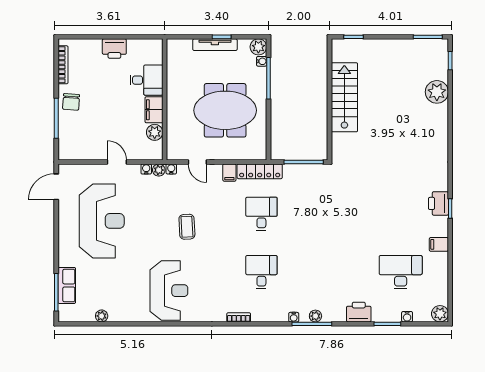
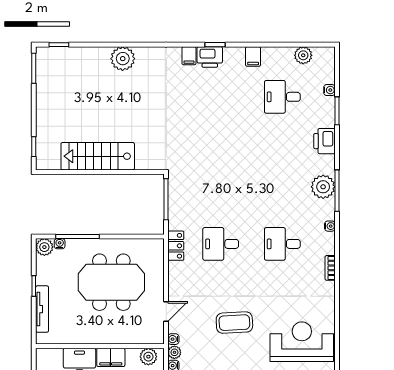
tv unit: (215, 45) -> (42, 309), moved
plant: (437, 92) -> (123, 59), moved
meeting table: (225, 110) -> (111, 282), turned 90
plant: (155, 132) -> (148, 357), moved
locker: (260, 171) -> (176, 246), width x0.66
filing cabinet: (229, 173) -> (189, 56), moved, turned 90
coffee table: (187, 227) -> (234, 323), width x1.36, depth x1.30
desk: (401, 272) -> (282, 97), width x0.73
plant: (440, 314) -> (303, 55), moved
plant: (315, 316) -> (323, 187), width x1.87, depth x1.87
water cooler: (294, 317) -> (330, 226), moved

